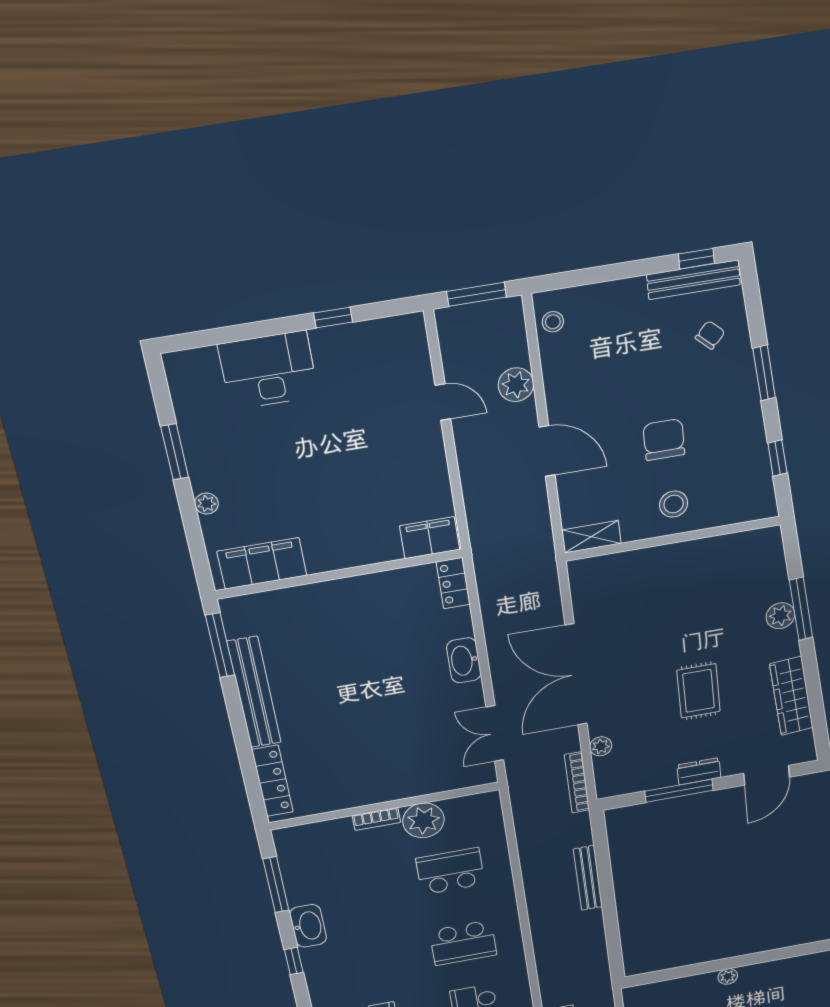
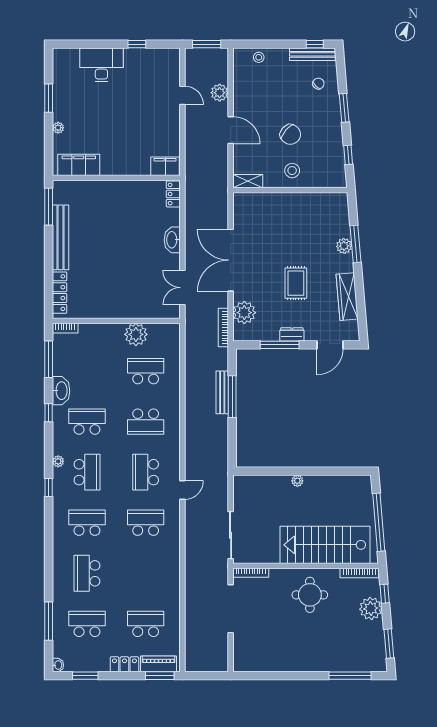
stool: (553, 322) -> (259, 57), moved
chair: (664, 440) -> (290, 134), turned 131
plant: (601, 746) -> (244, 313), width x1.88, depth x1.88
bookcase: (376, 819) -> (65, 328), moved
window: (606, 881) -> (232, 397), added
school desk: (363, 961) -> (87, 422), added

